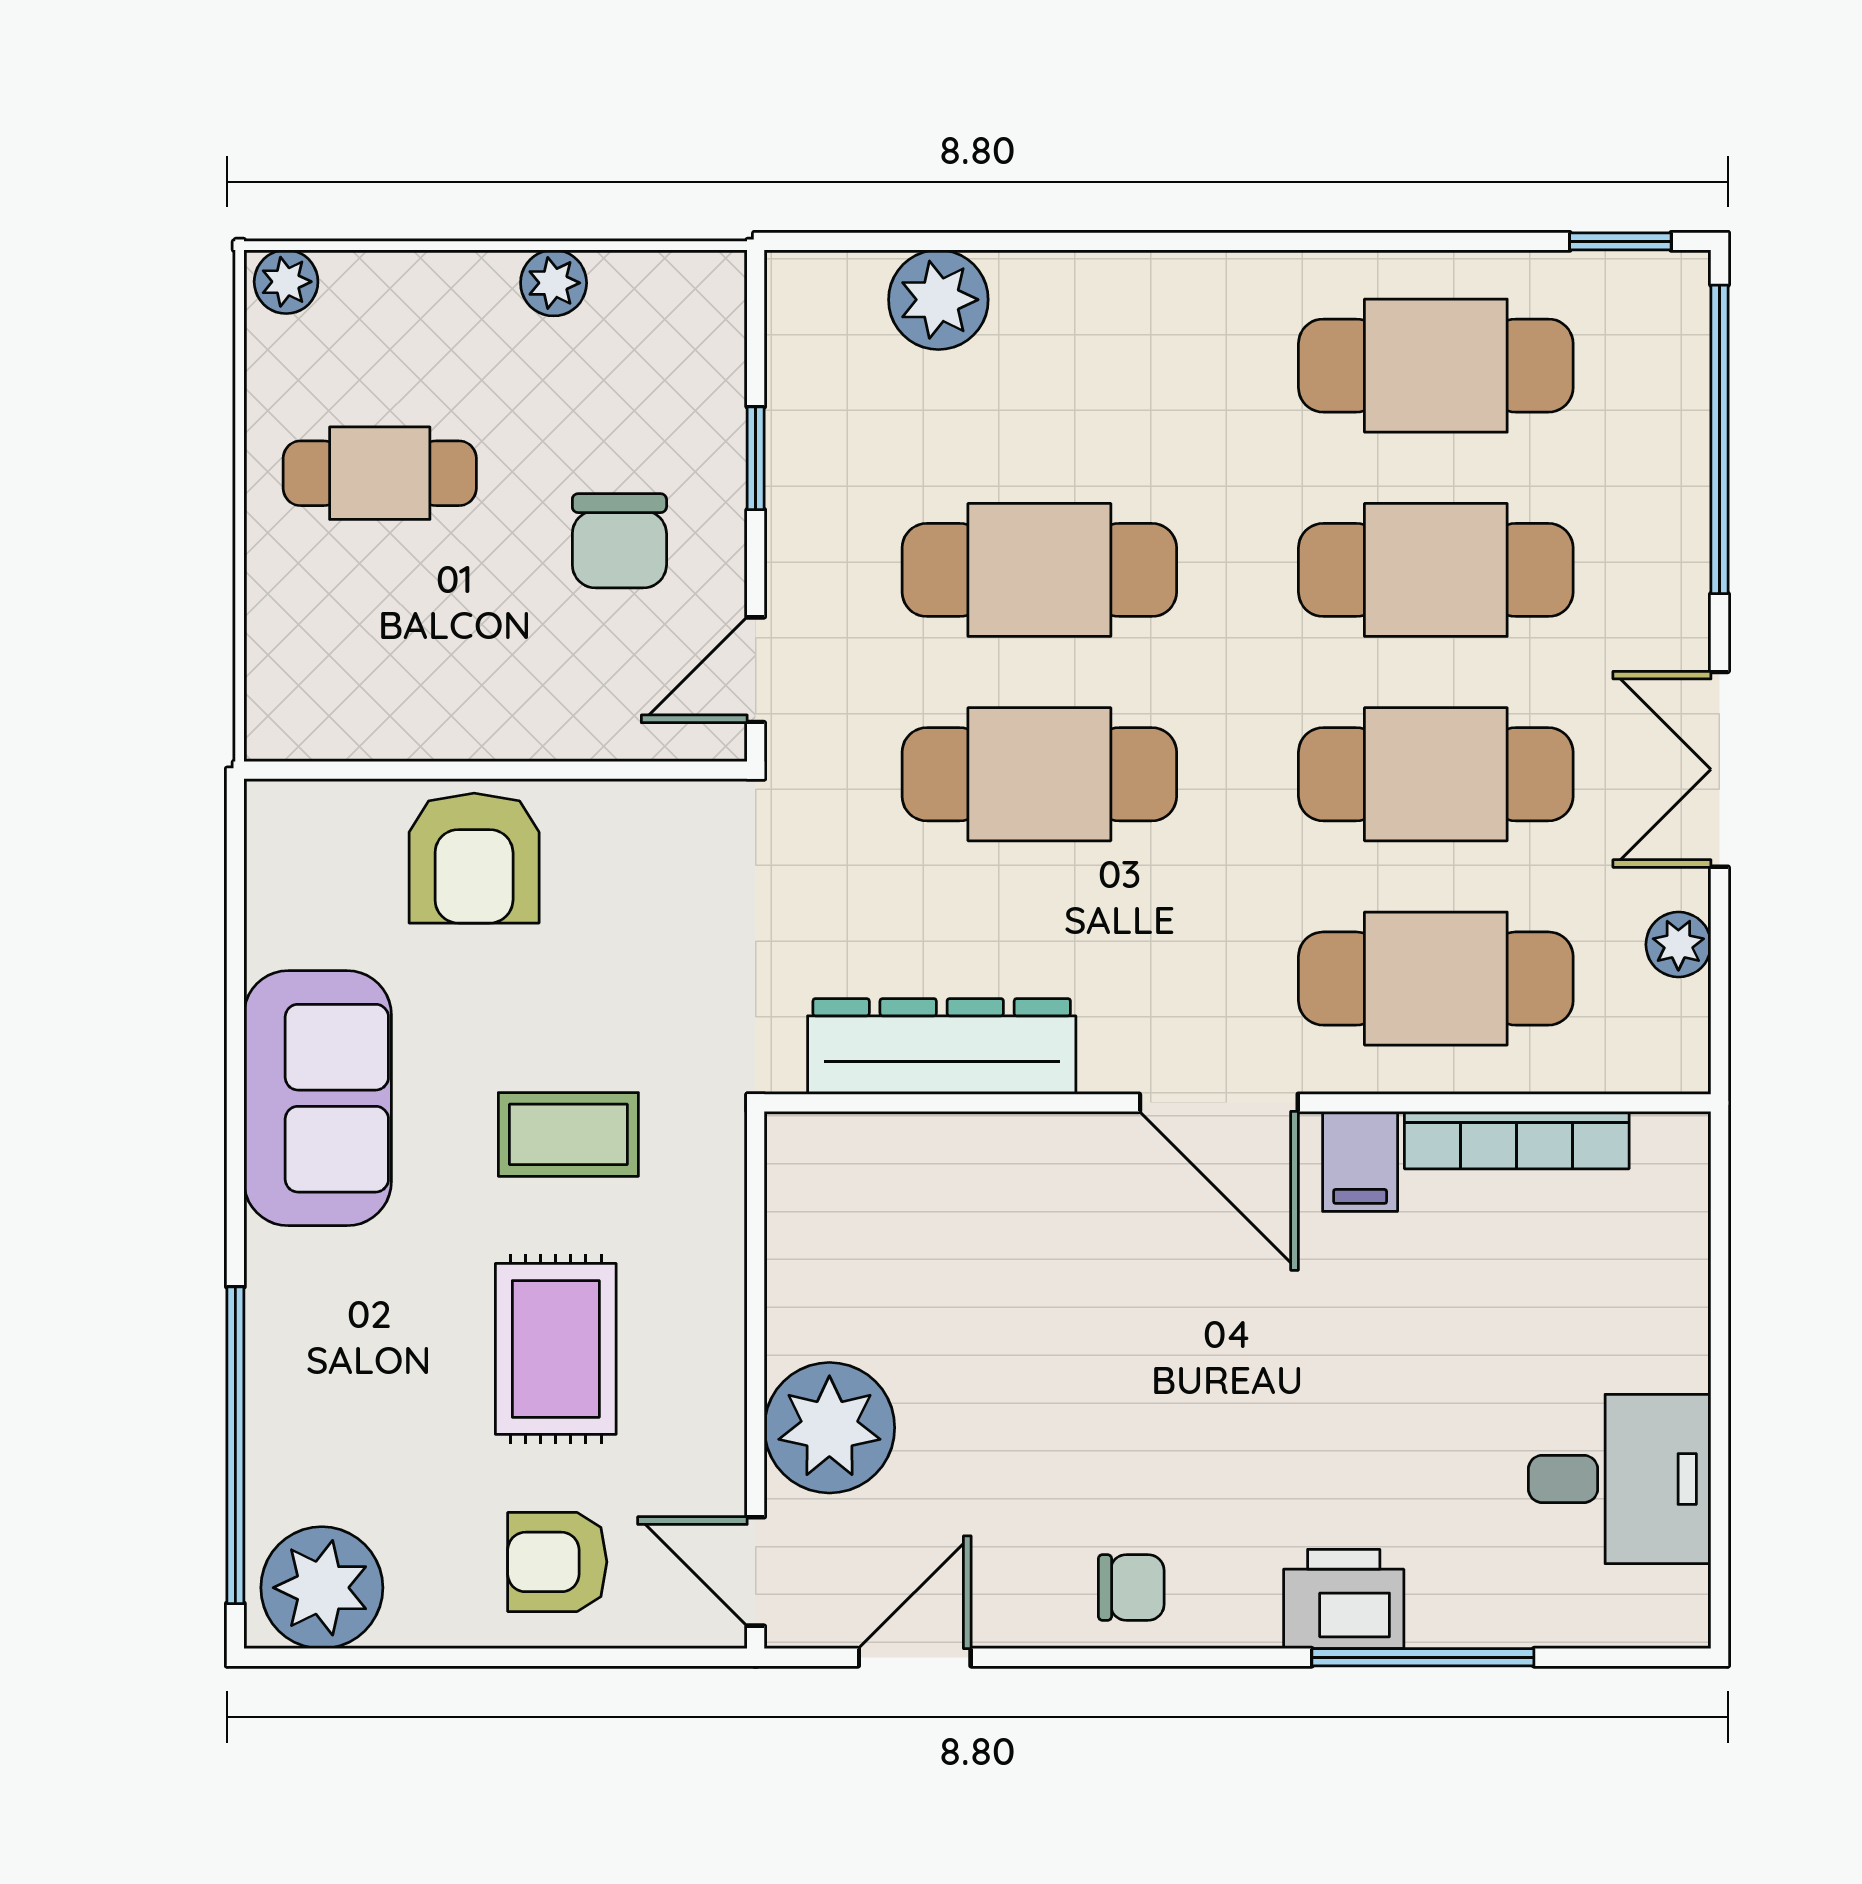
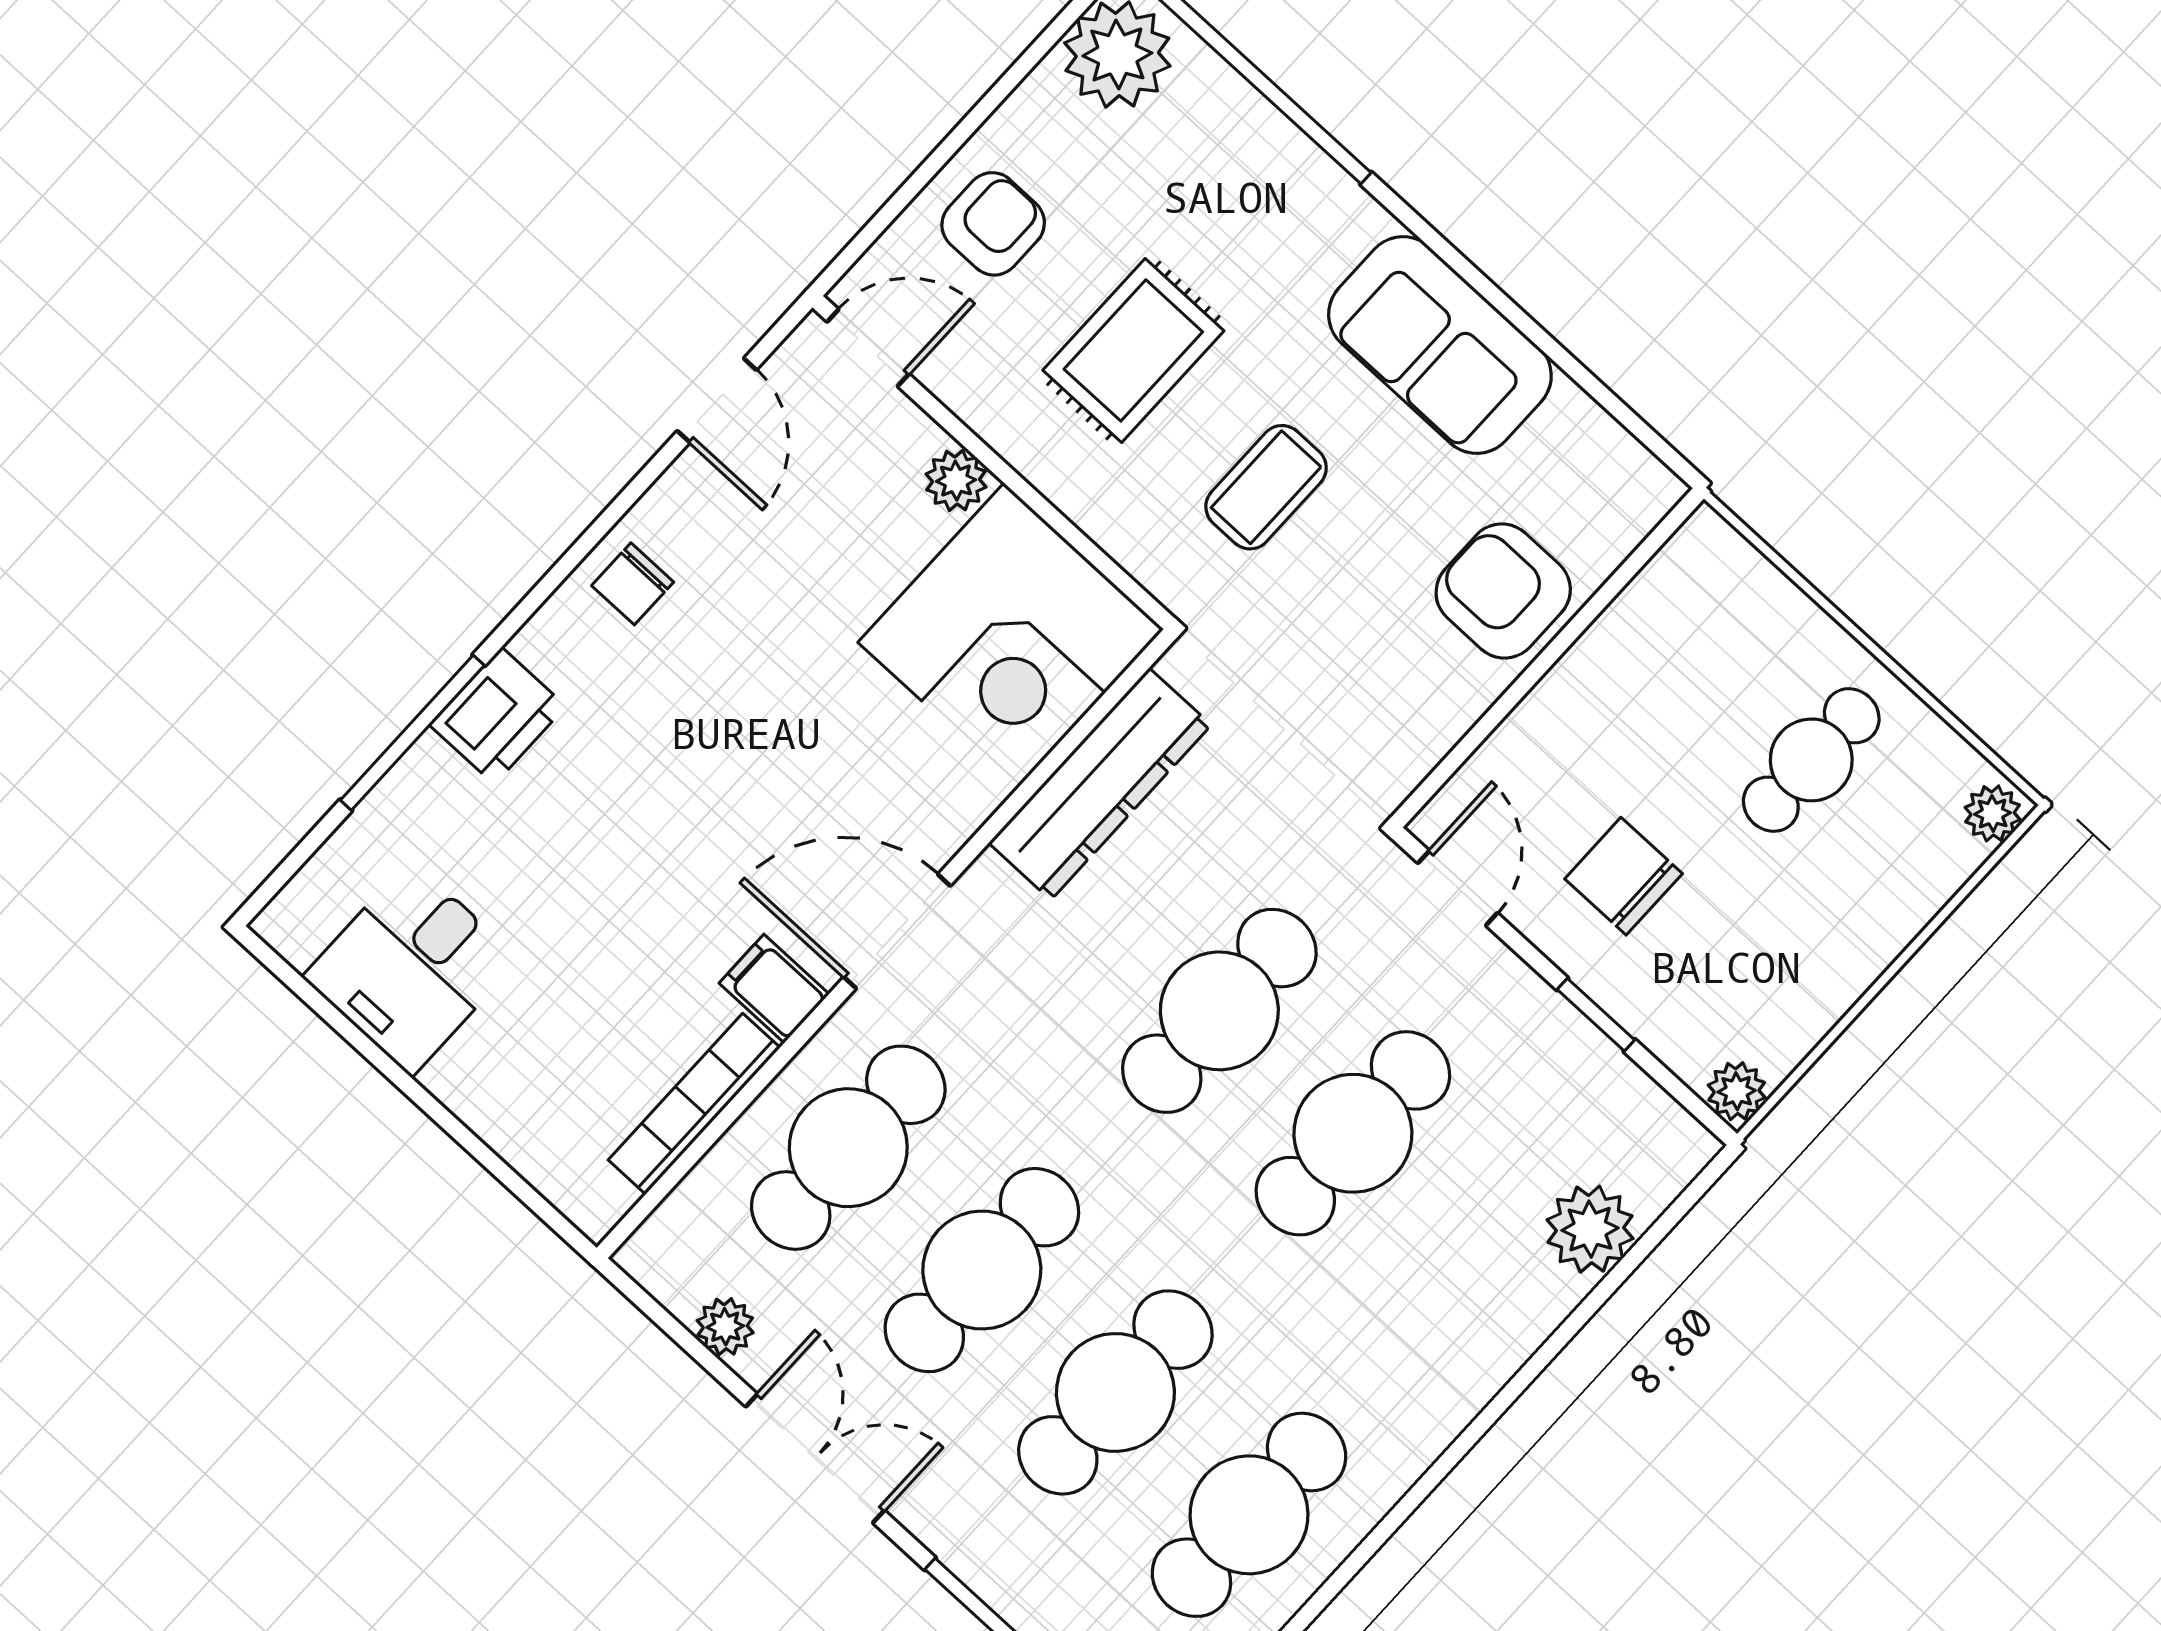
plant: (554, 283) -> (1737, 1091), moved
corner desk: (886, 1233) -> (1011, 636), added
rug: (556, 1349) -> (1133, 350), turned 90
plant: (829, 1428) -> (956, 481), width x0.53, depth x0.53

